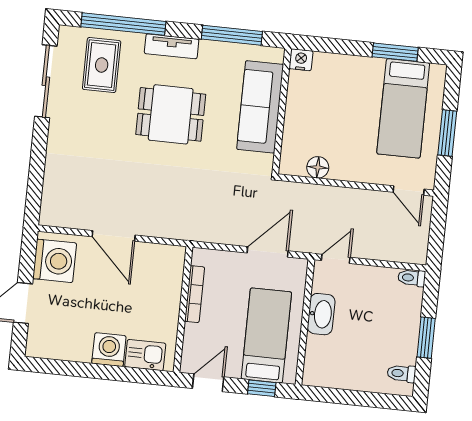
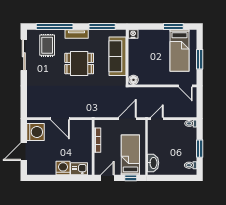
floor lamp: (318, 167) -> (133, 80), moved
washbasin: (321, 314) -> (153, 163), moved

